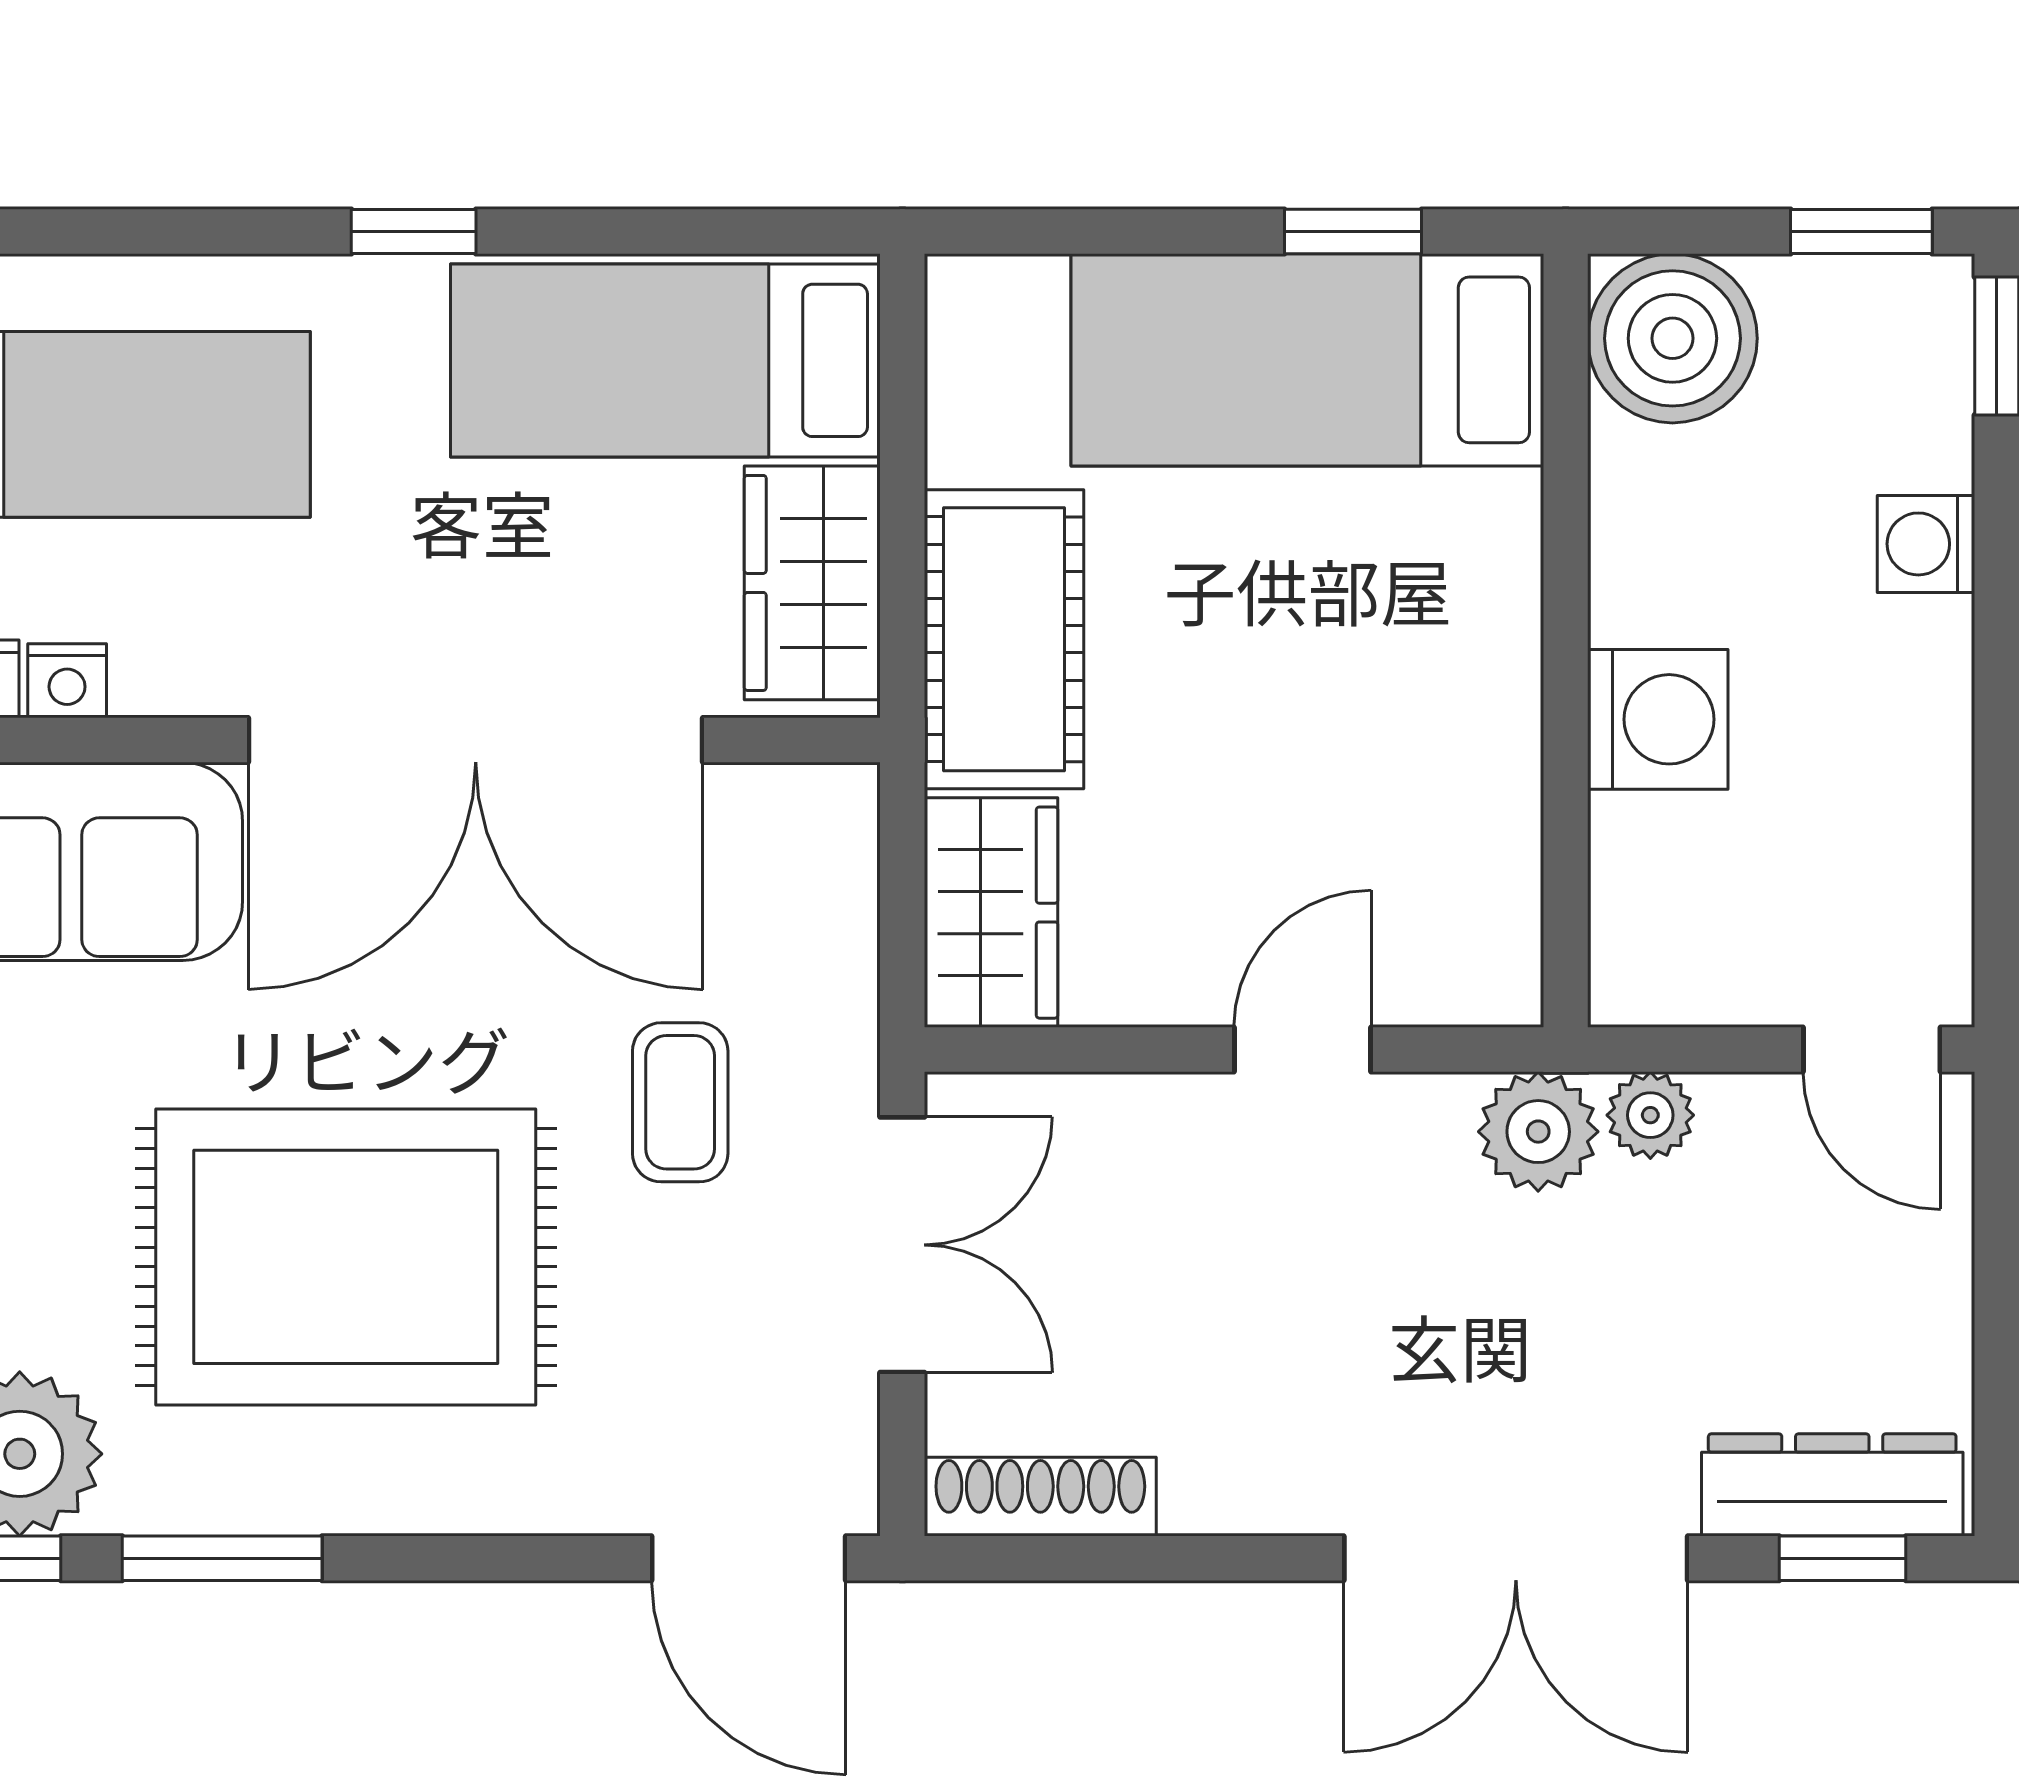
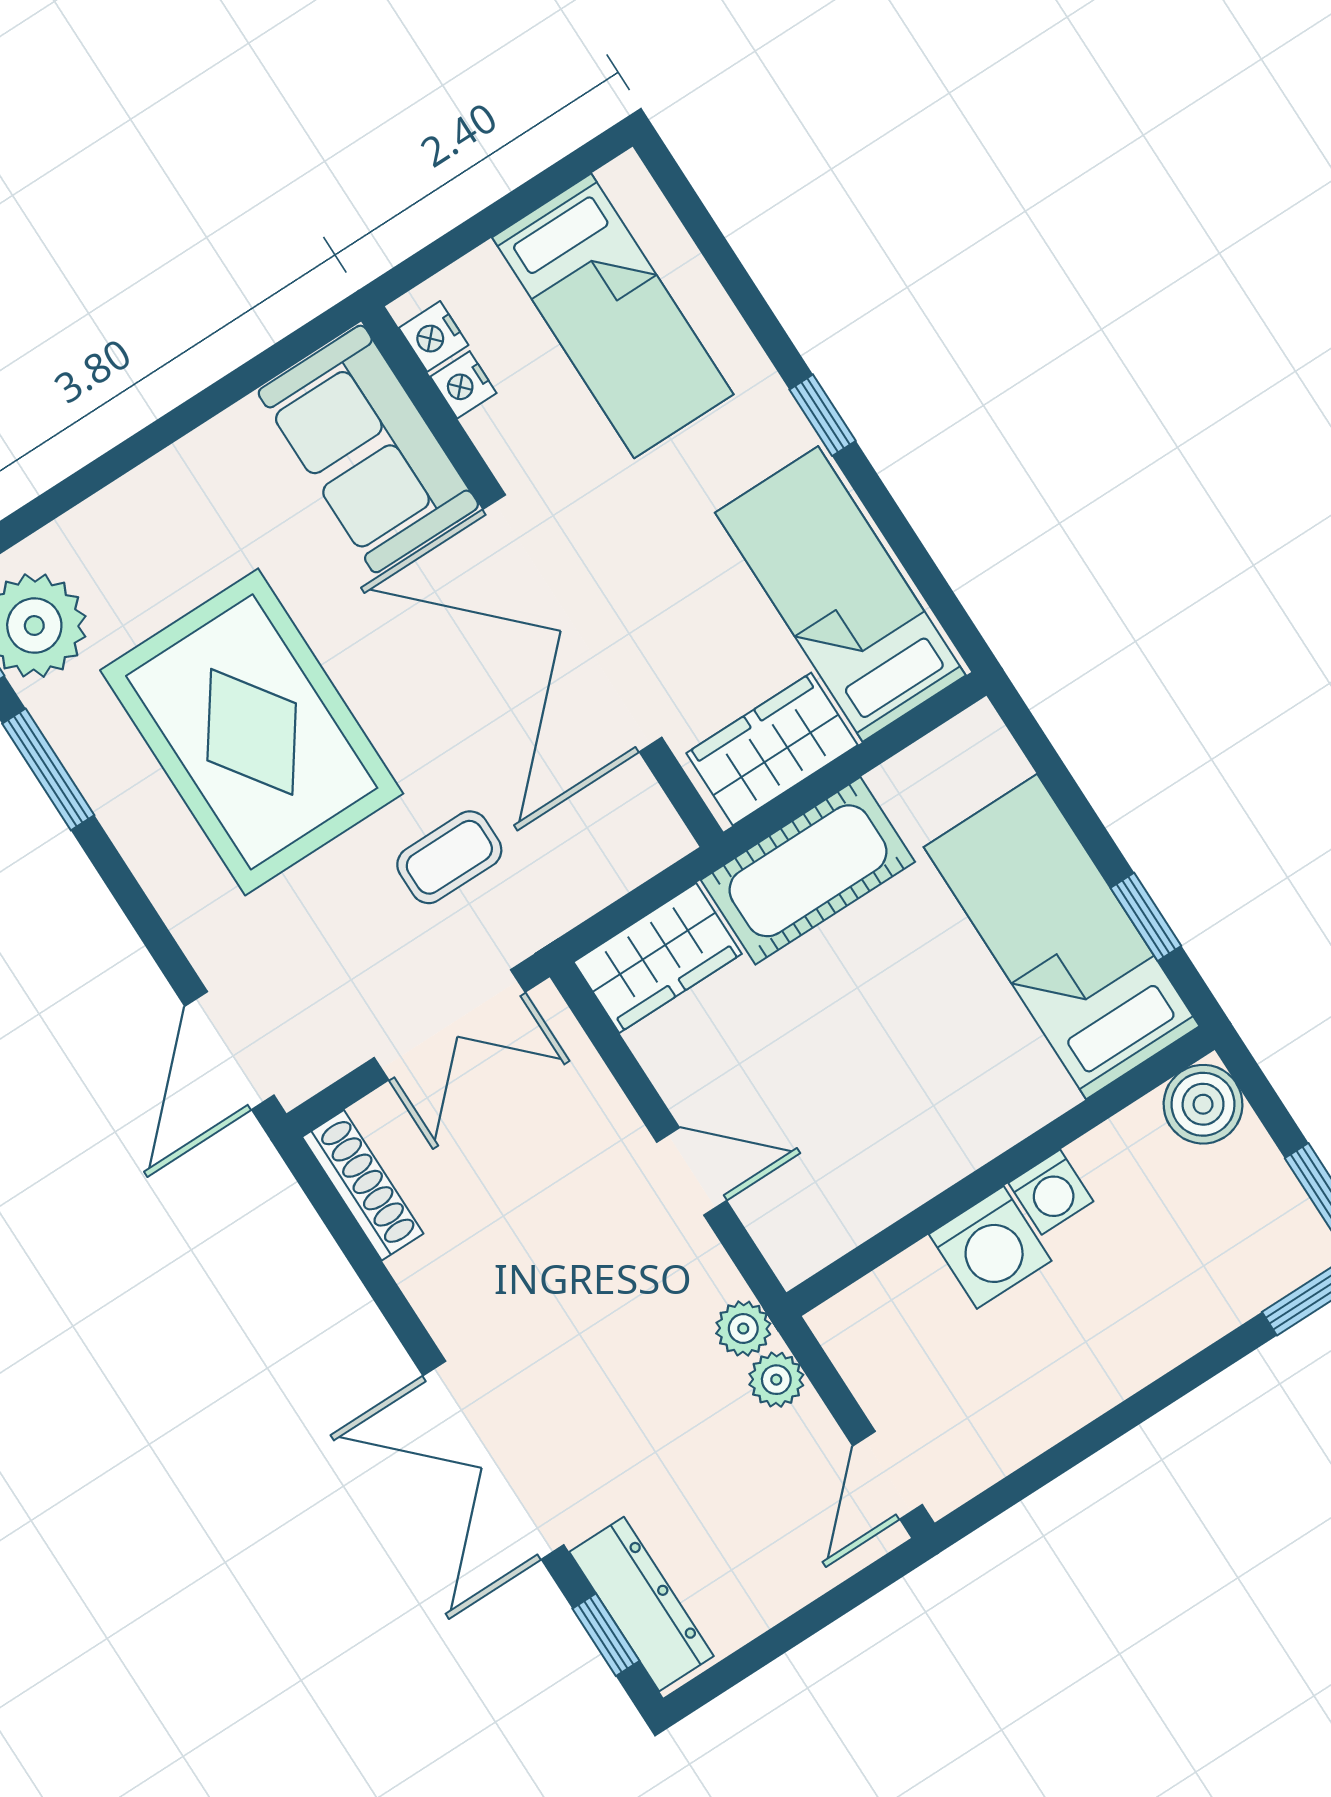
boiler: (1672, 338) -> (1203, 1104), width x0.73, depth x0.73
washing machine: (1926, 544) -> (1051, 1192), moved, turned 180
plant: (1538, 1132) -> (743, 1329), width x0.73, depth x0.73

